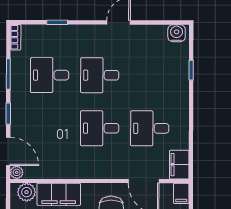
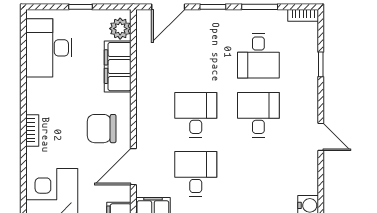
desk: (50, 75) -> (258, 56), turned 180
plant: (17, 172) -> (143, 17), removed

